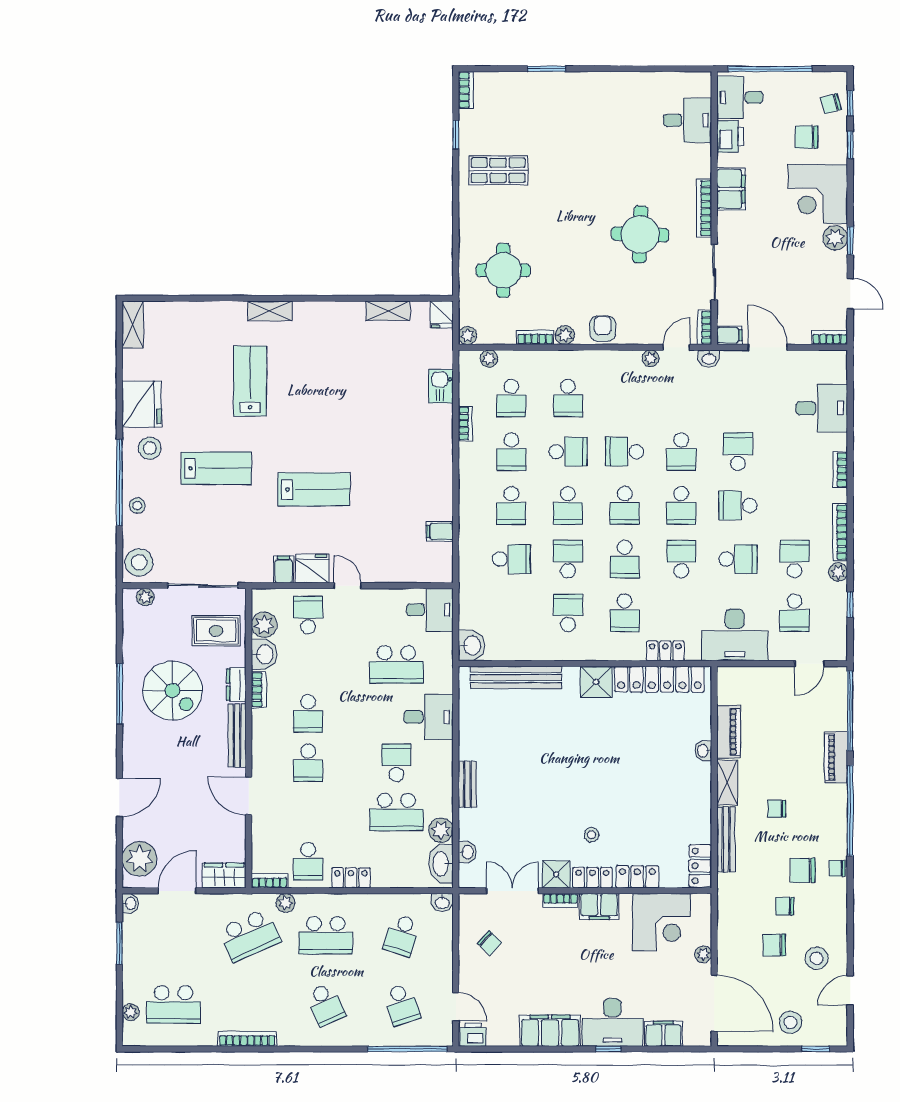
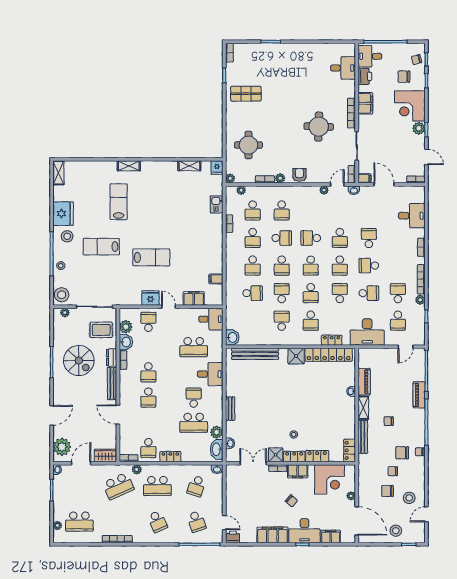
lab bench: (216, 468) -> (101, 247), turned 180
filing cabinet: (284, 569) -> (194, 298), moved, width x2.00
chair: (490, 943) -> (291, 501), moved

